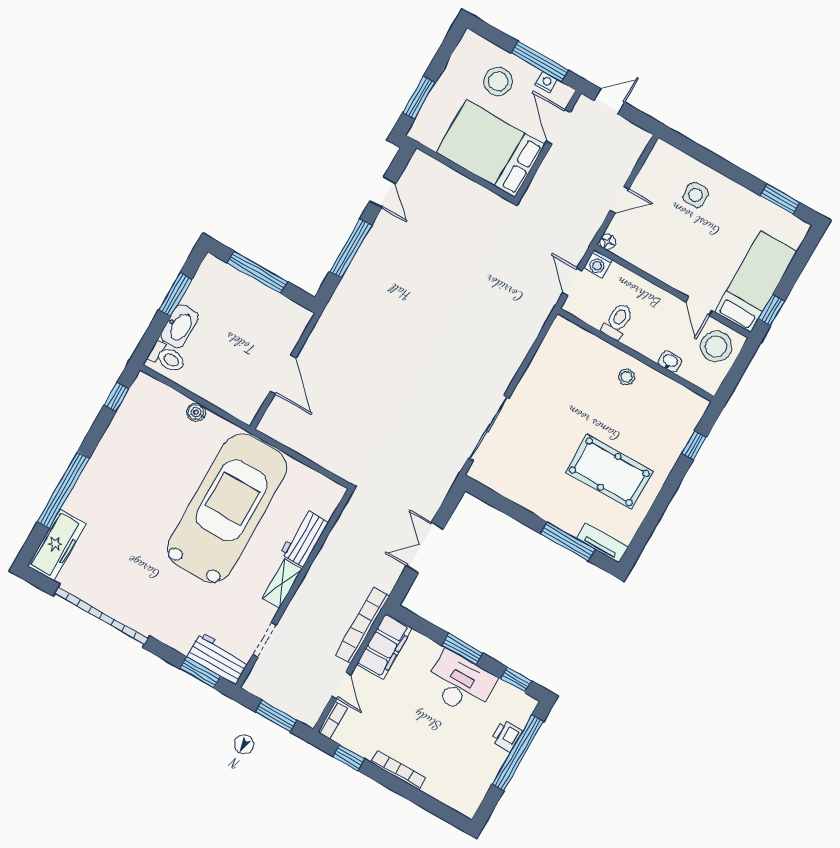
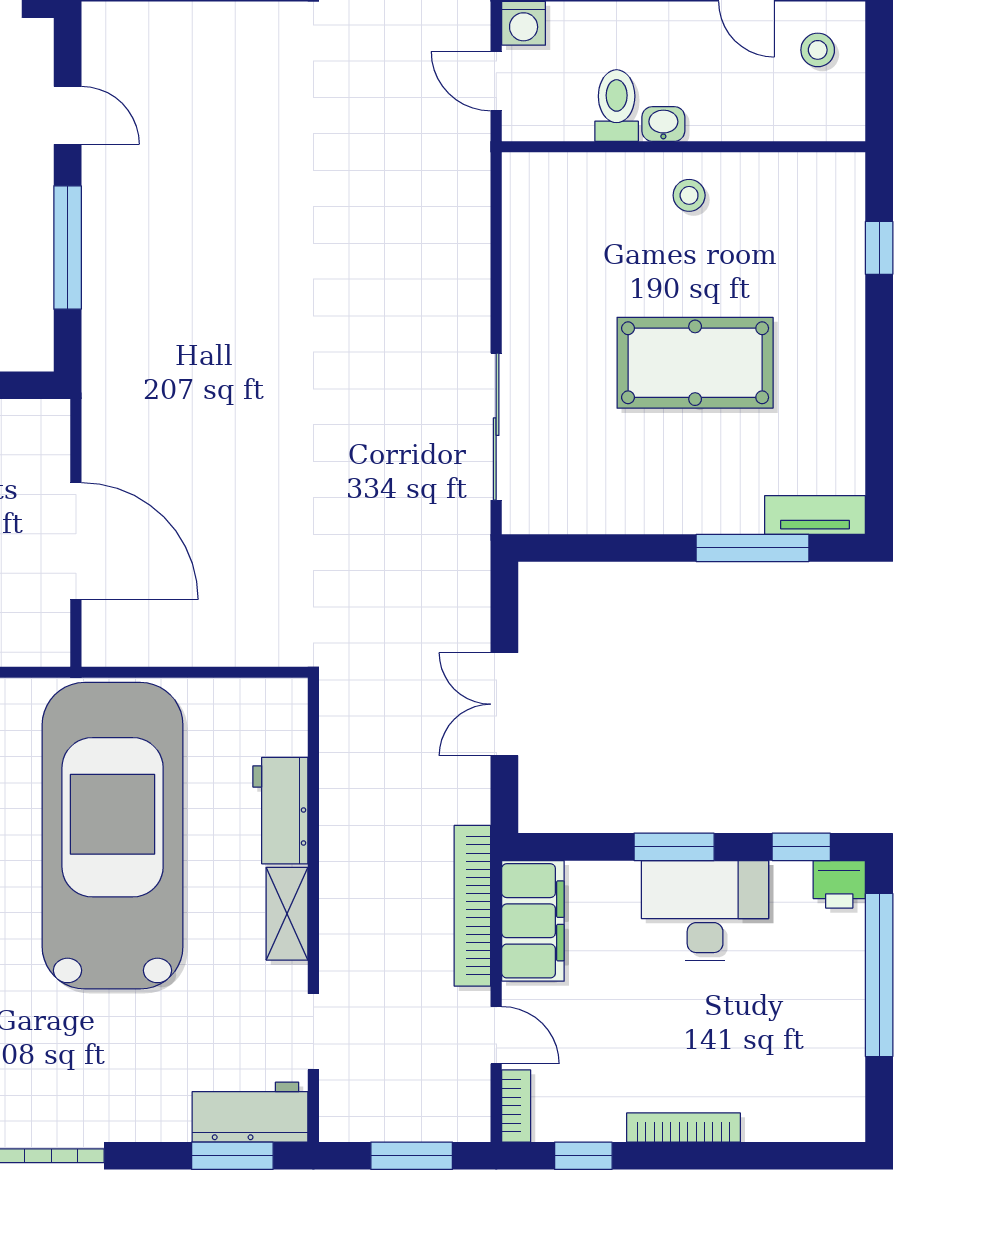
stool: (716, 346) -> (818, 50), width x0.53, depth x0.53
washbasin: (670, 362) -> (663, 124), moved
door: (283, 375) -> (76, 541), width x1.36
pool table: (609, 472) -> (695, 363), moved
printer: (507, 736) -> (839, 884), moved, turned -90

